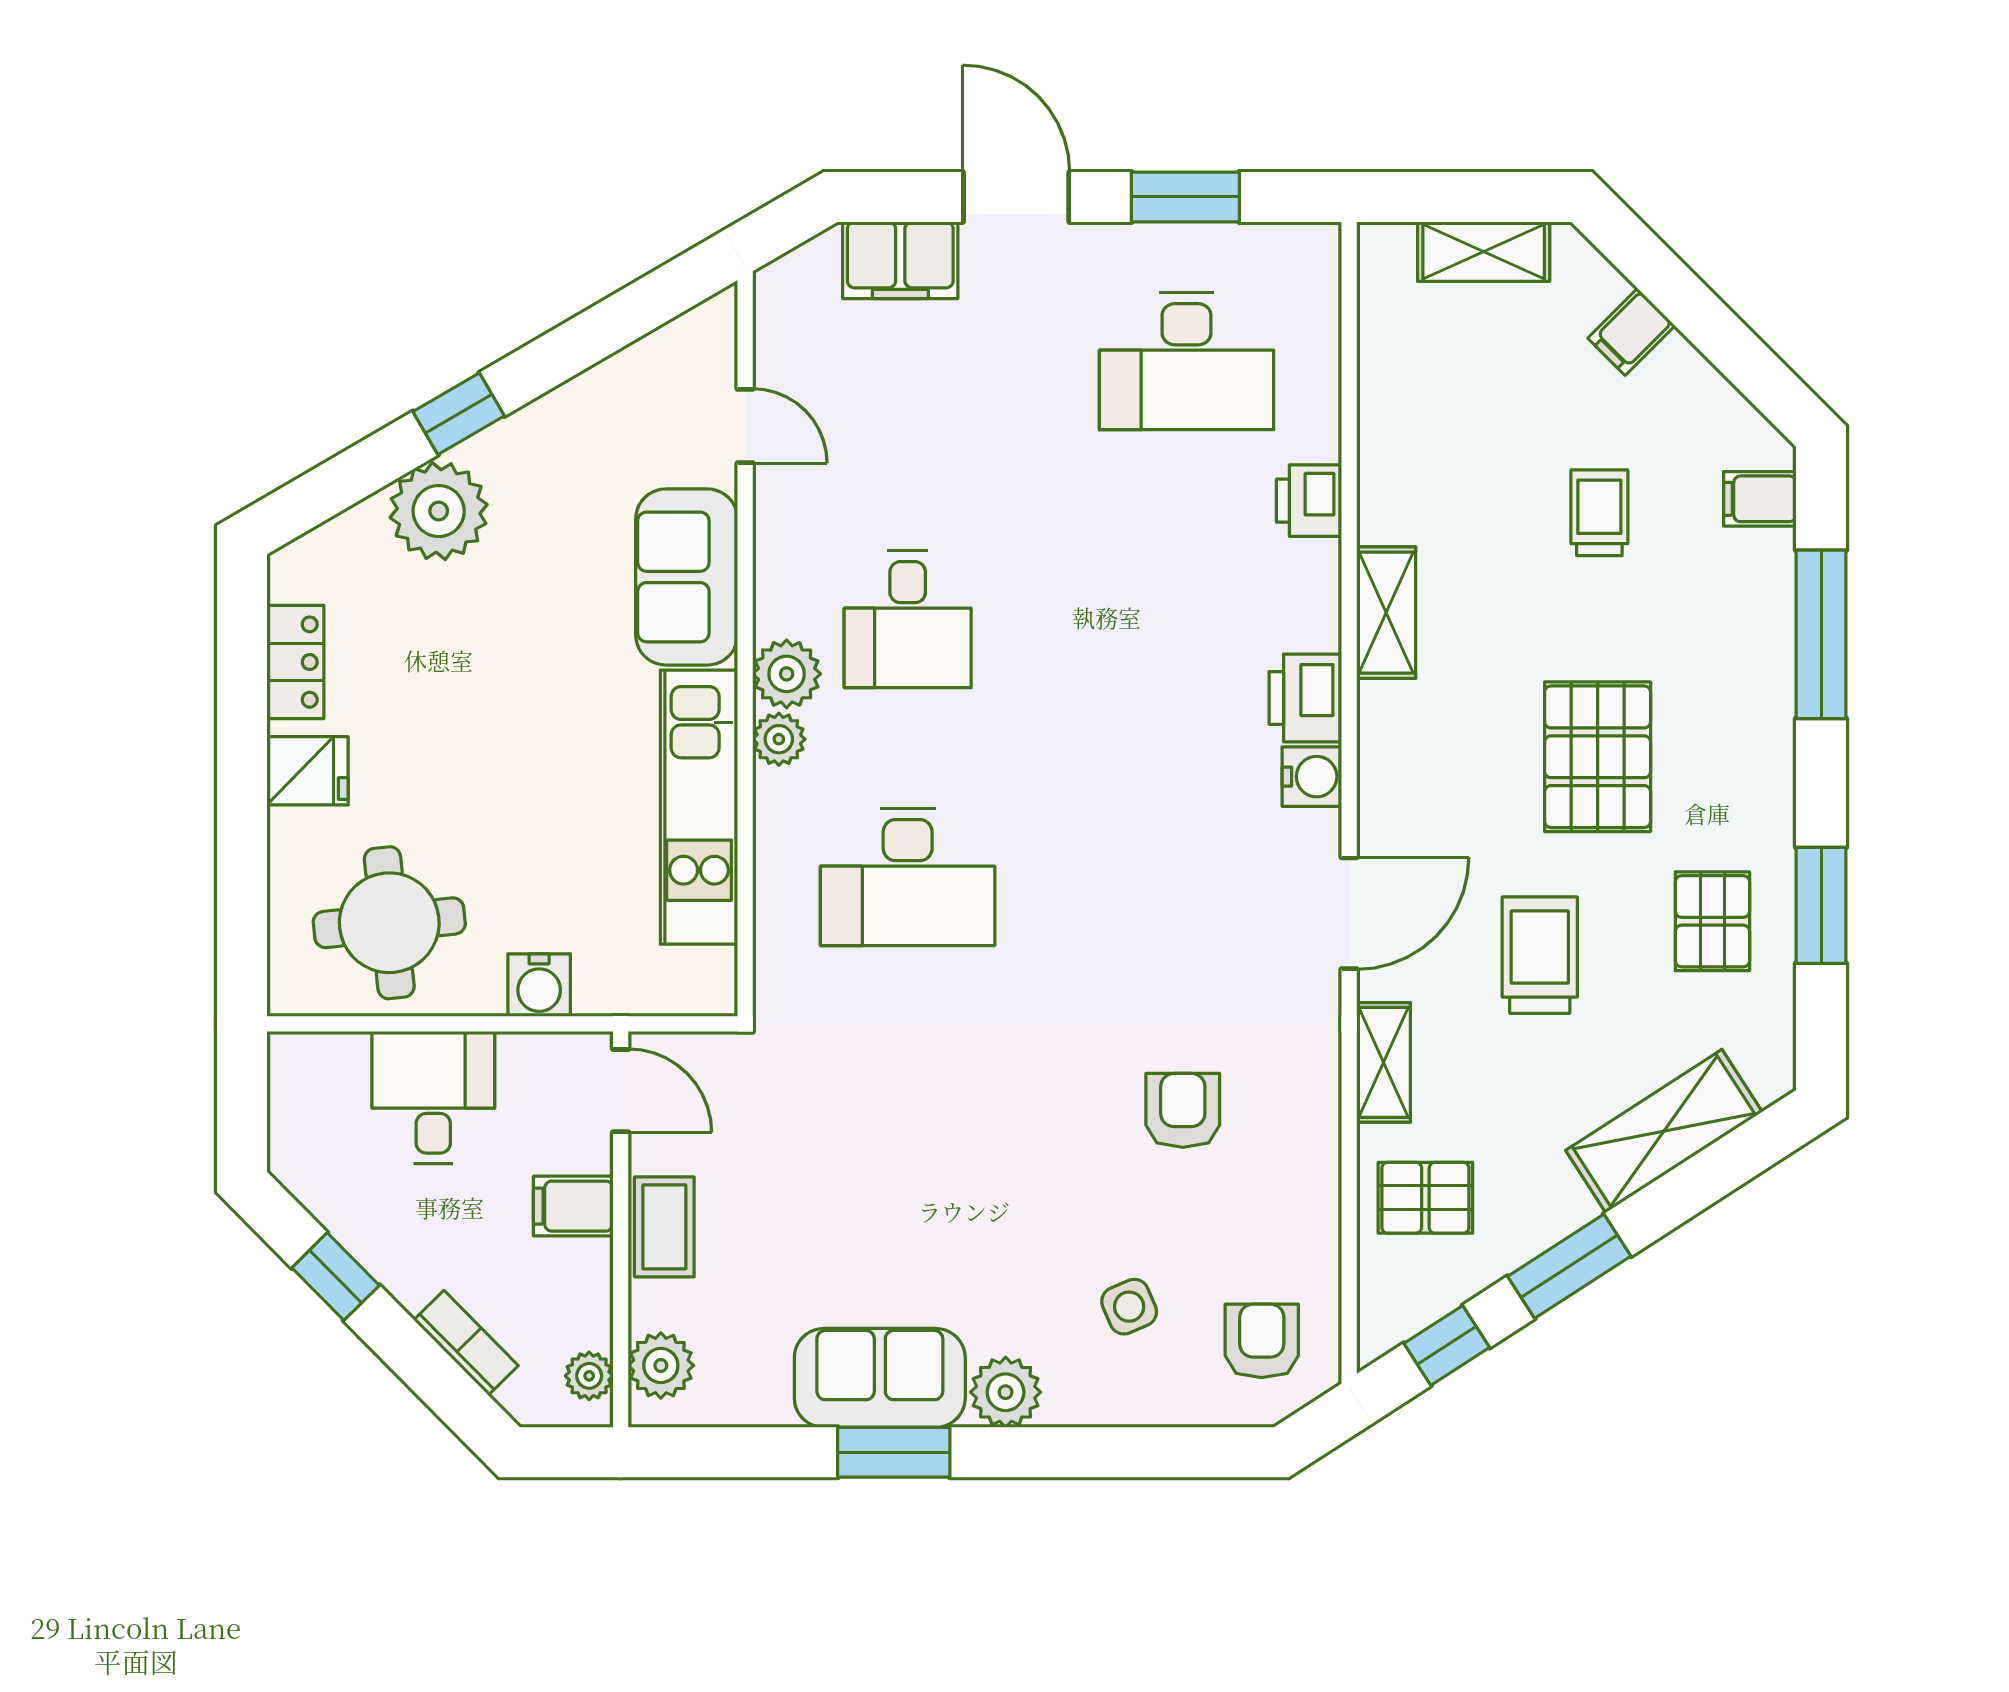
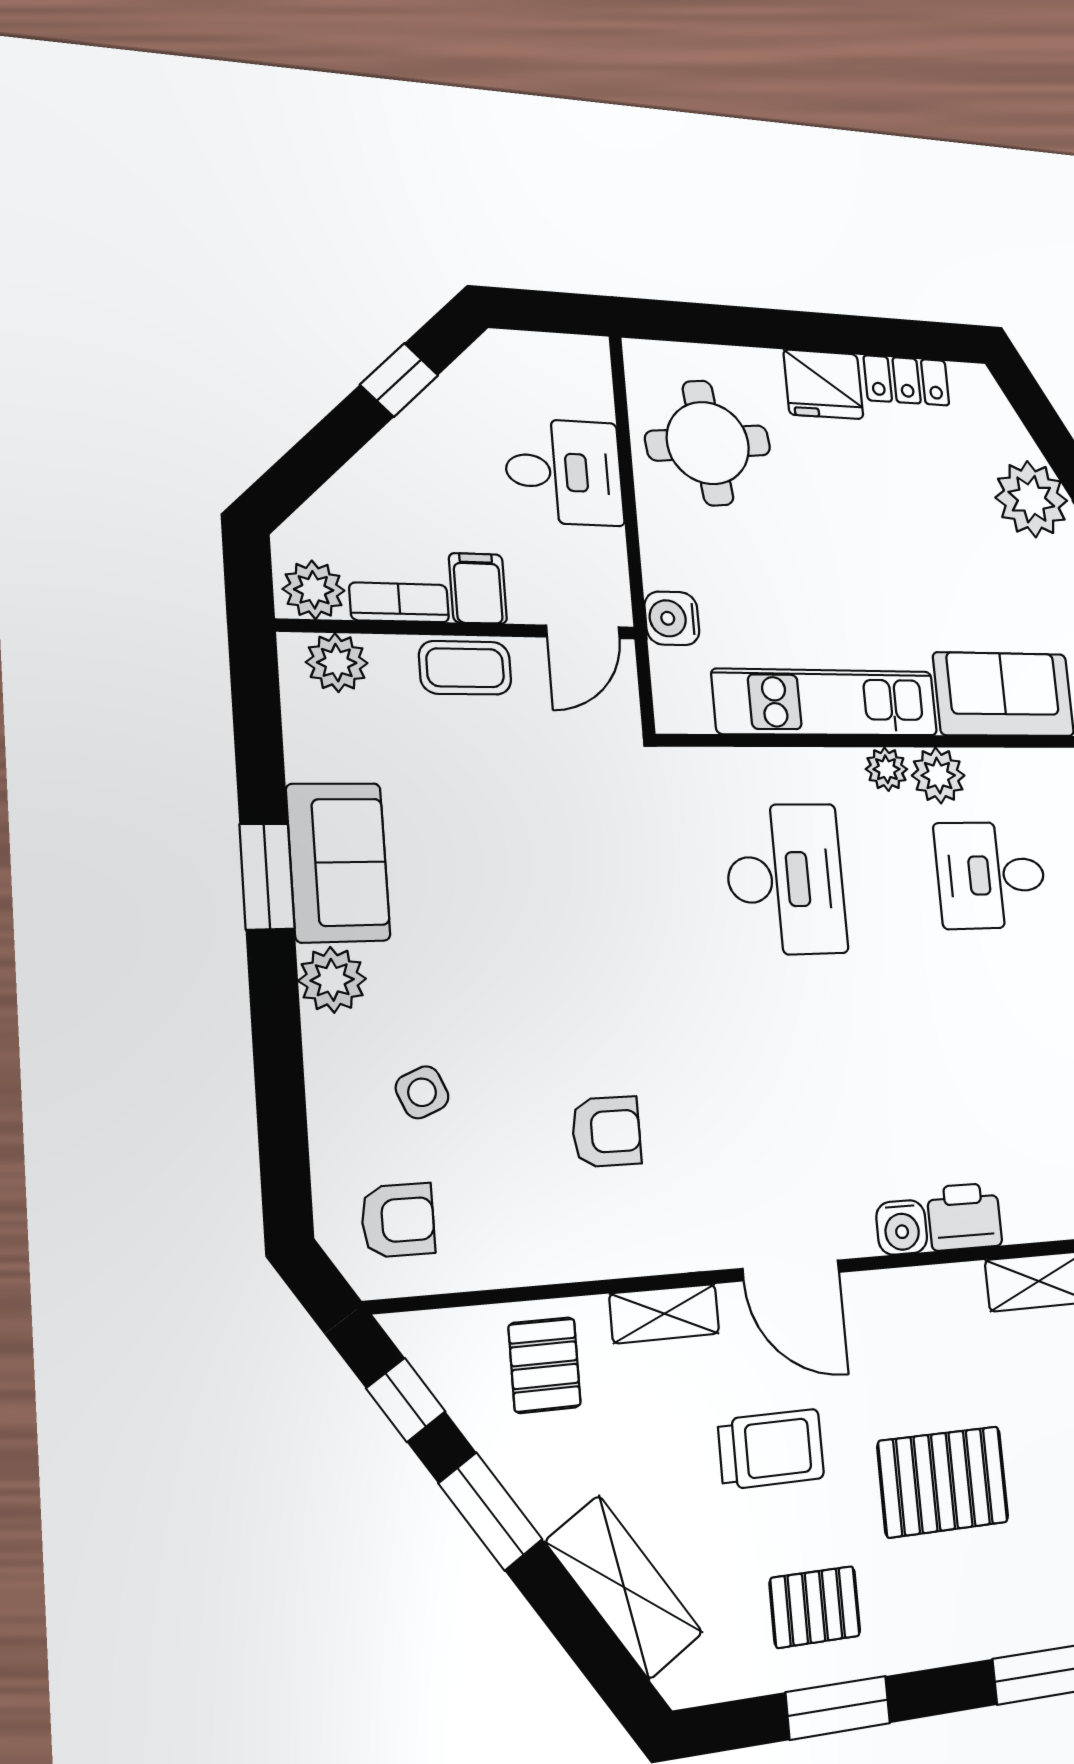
fridge: (308, 771) -> (824, 384), width x1.38
desk: (908, 877) -> (786, 879), turned 180
water cooler: (539, 985) -> (672, 618), moved
bookcase: (466, 1343) -> (399, 602), moved, turned -135
plant: (589, 1376) -> (314, 590), width x1.38, depth x1.38

